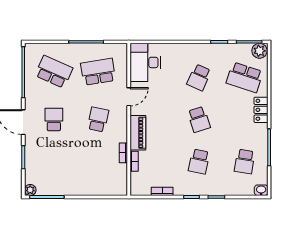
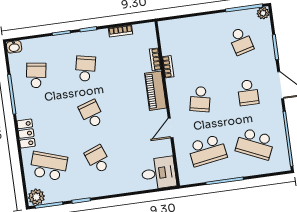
desk: (145, 62) -> (159, 173), width x0.73
school desk: (199, 77) -> (98, 159), turned -45
school desk: (54, 167) -> (241, 41), added

